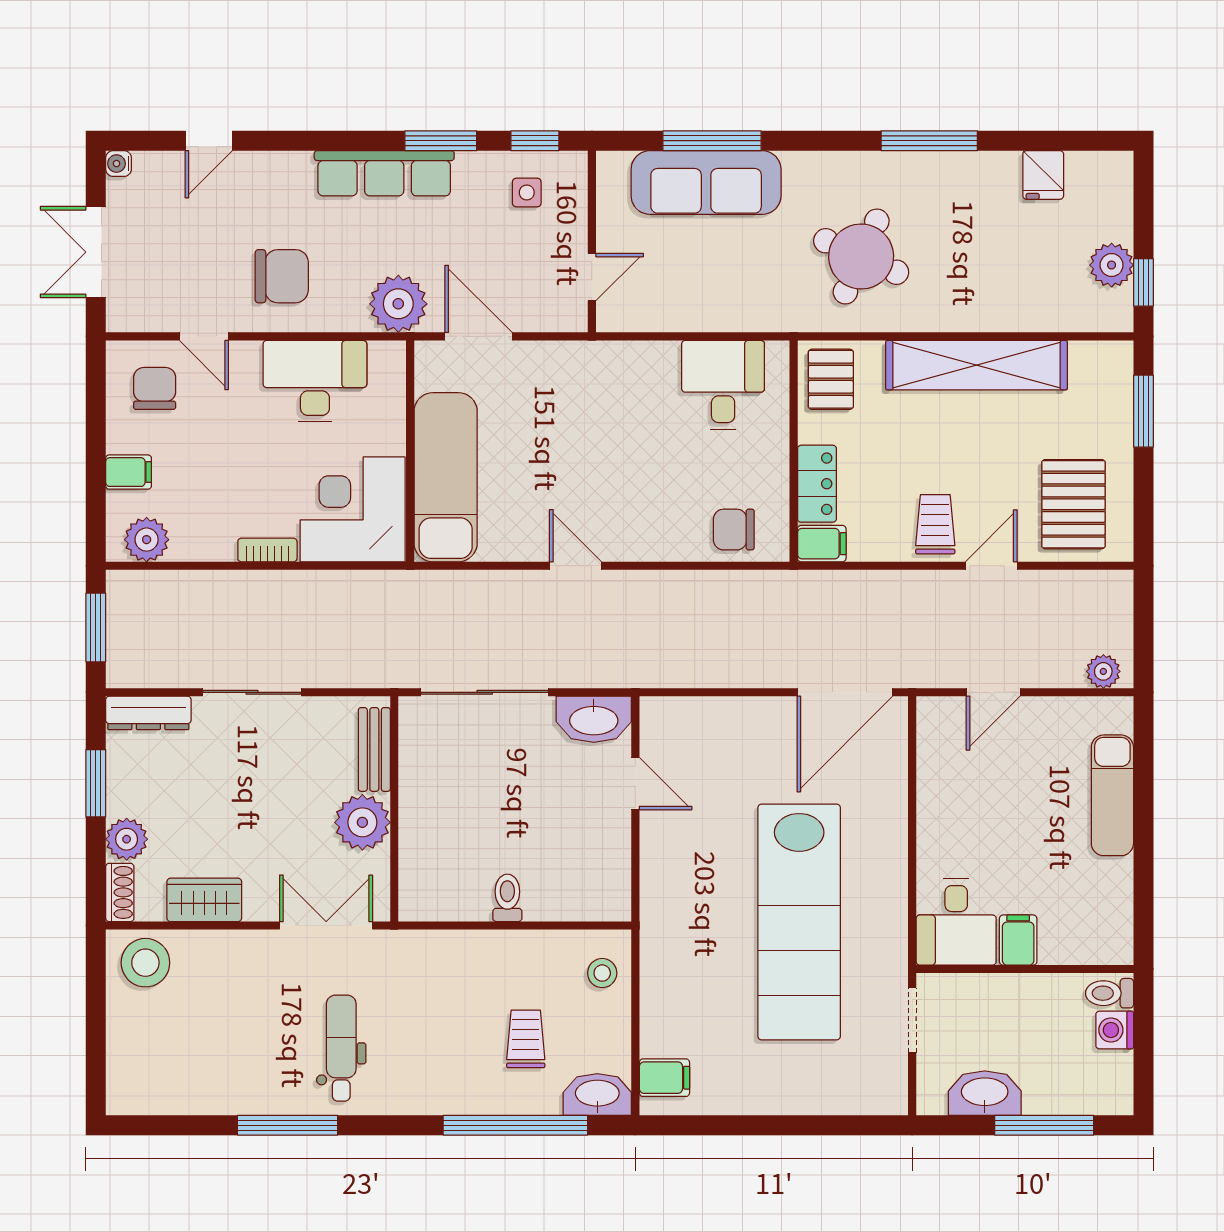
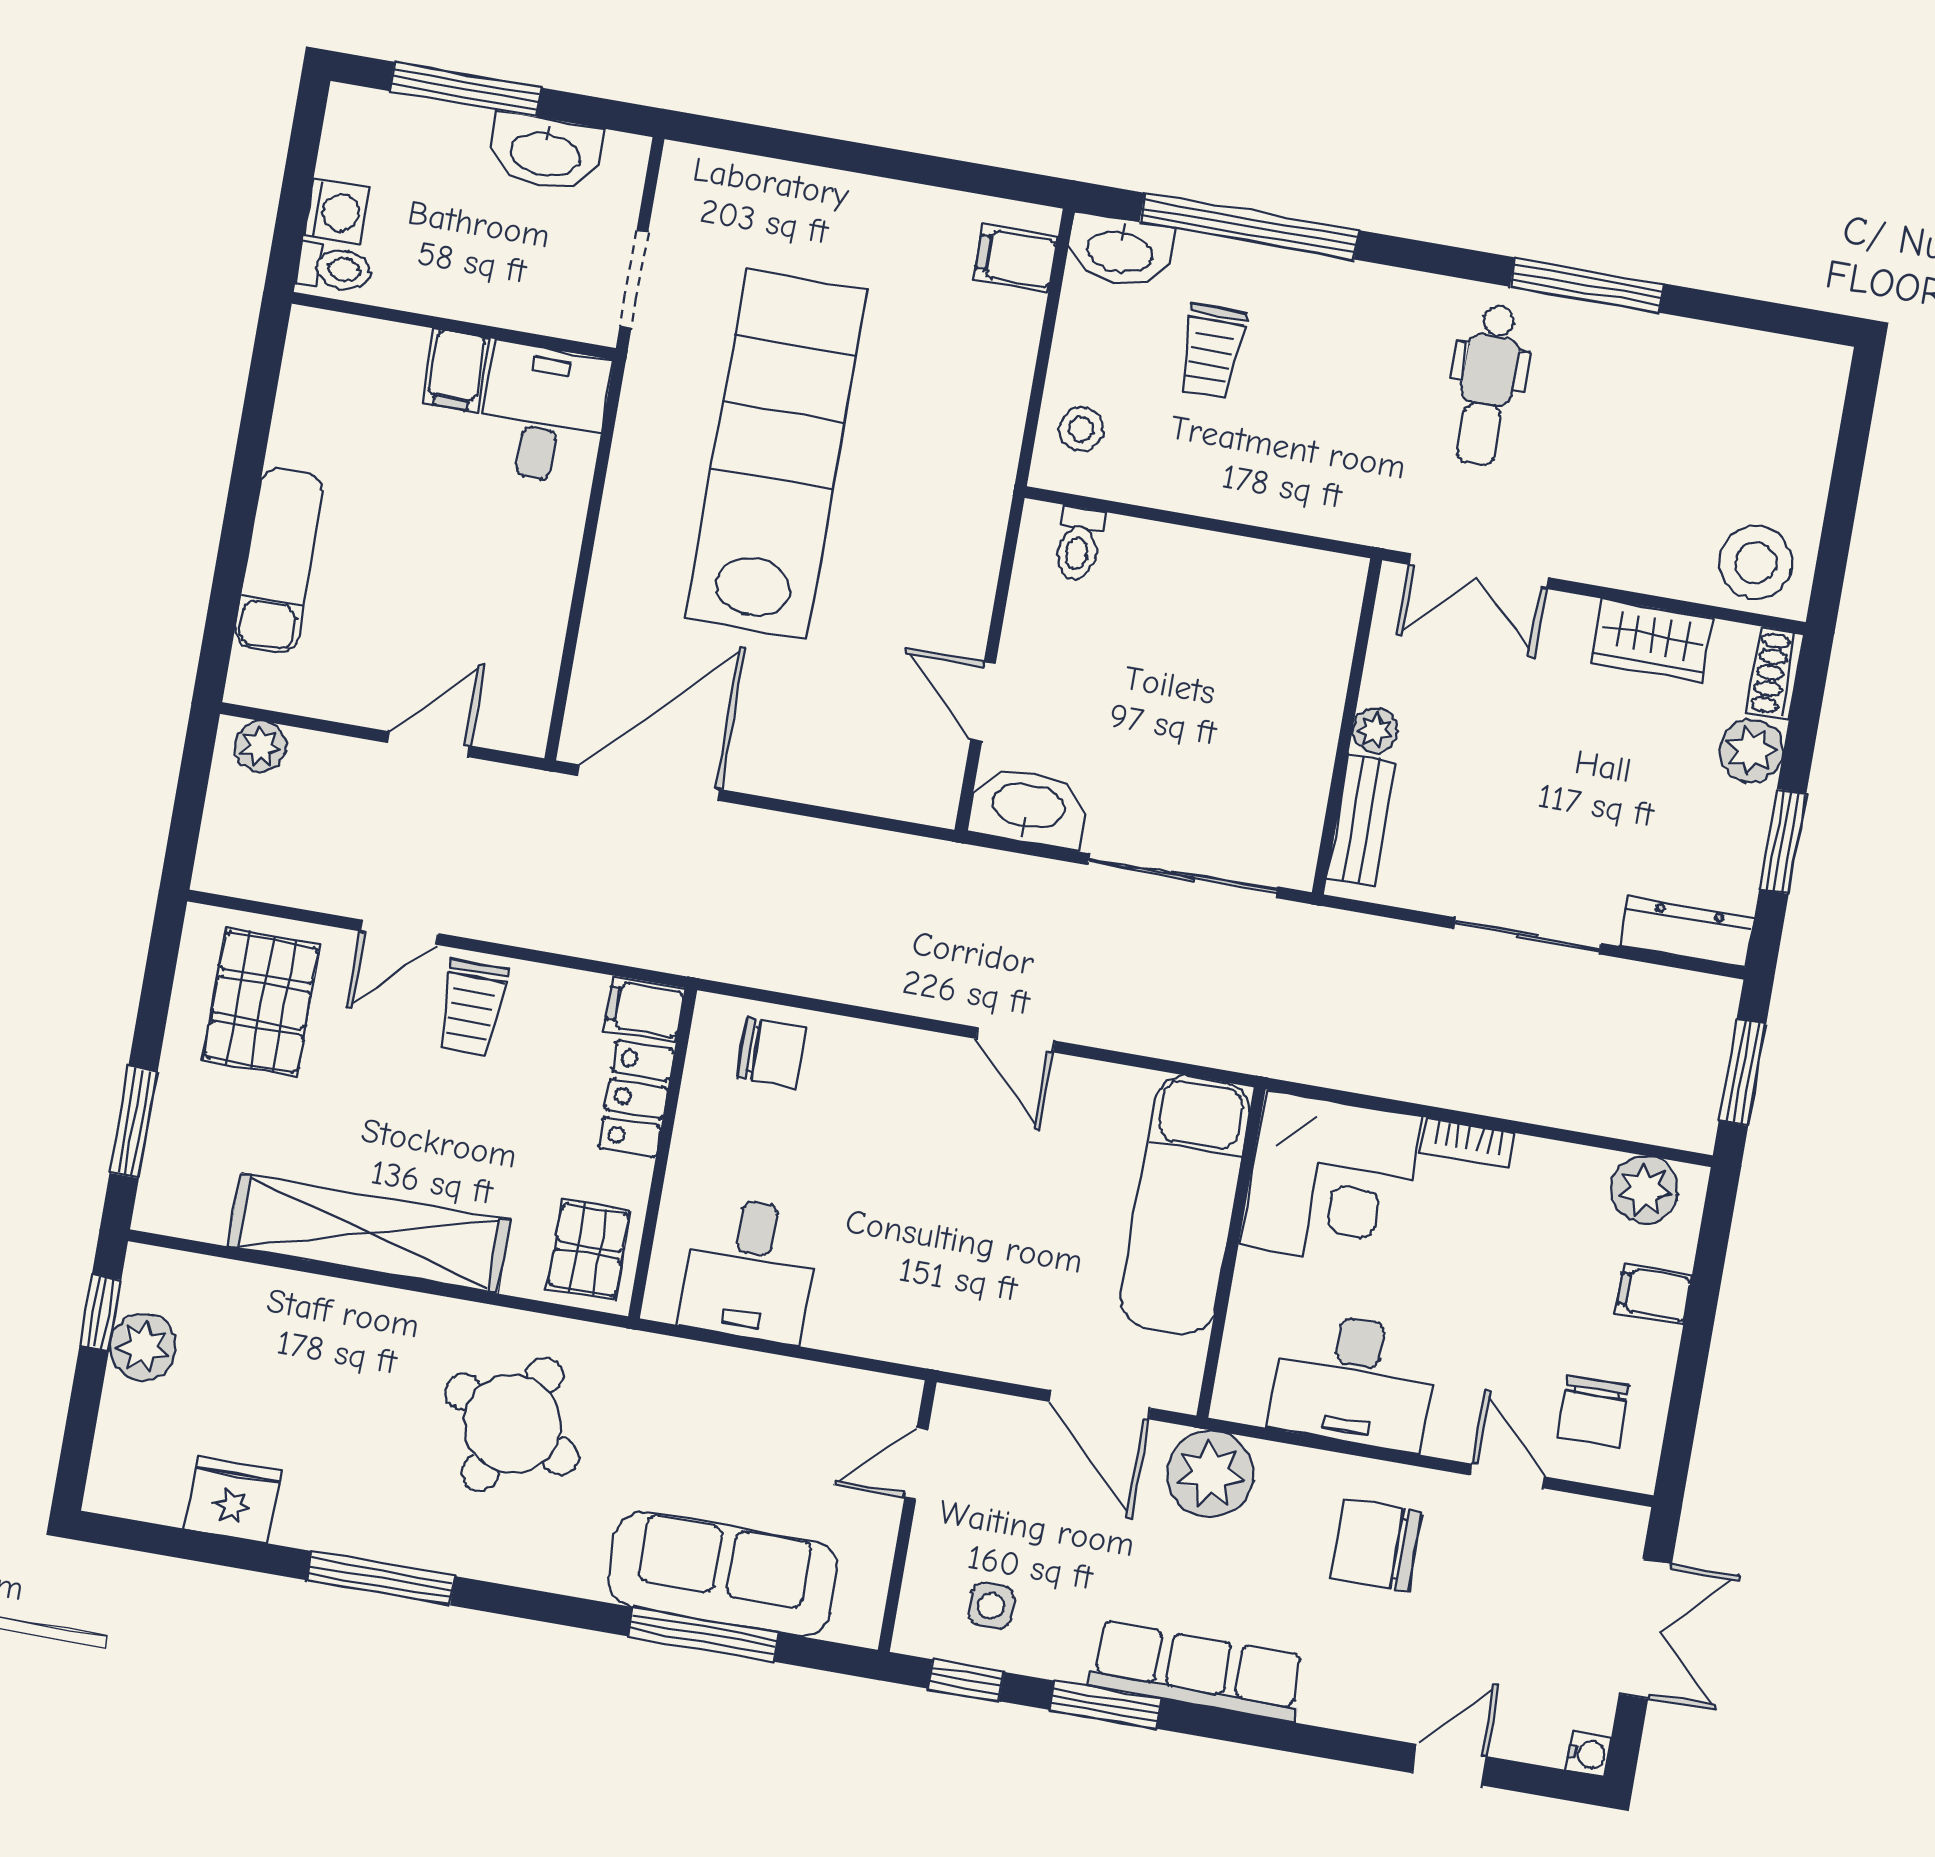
fridge: (1043, 175) -> (233, 1500), width x1.38
plant: (362, 822) -> (1375, 731), width x0.53, depth x0.53
toilet: (507, 898) -> (1078, 544), moved

